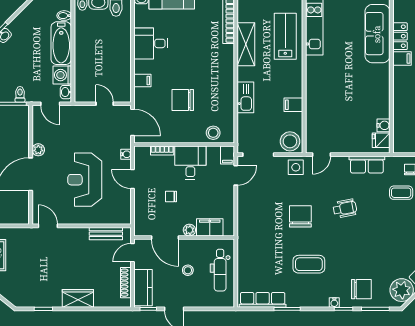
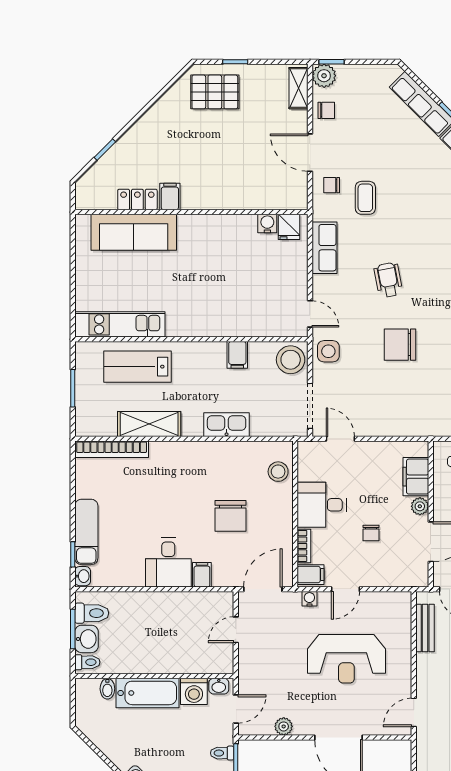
desk: (151, 43) -> (168, 563), moved
plant: (38, 150) -> (284, 726), moved
filing cabinet: (227, 155) -> (311, 575), moved

